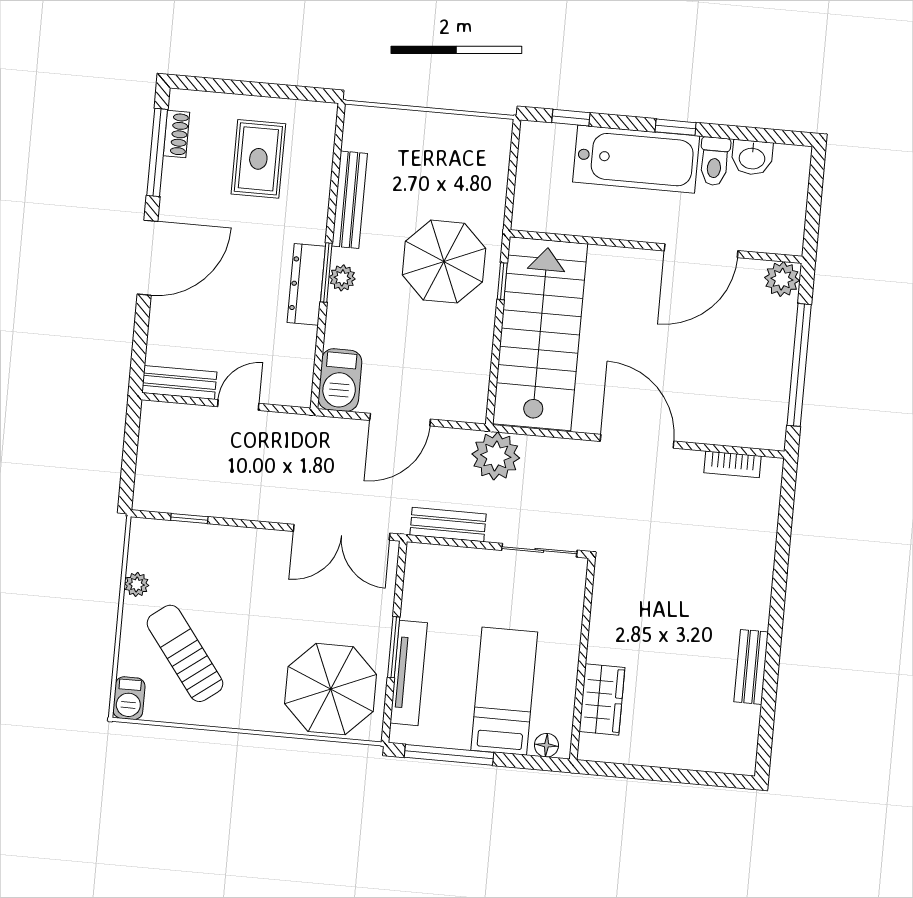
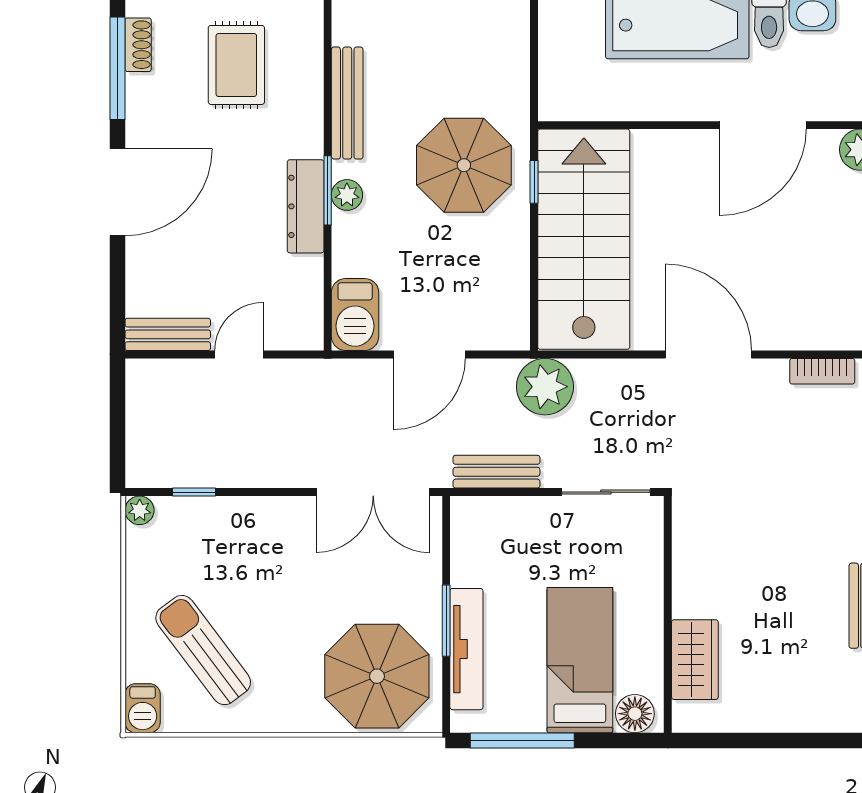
plant: (137, 584) -> (140, 510), moved
floor lamp: (546, 745) -> (635, 714), width x1.37, depth x1.37

